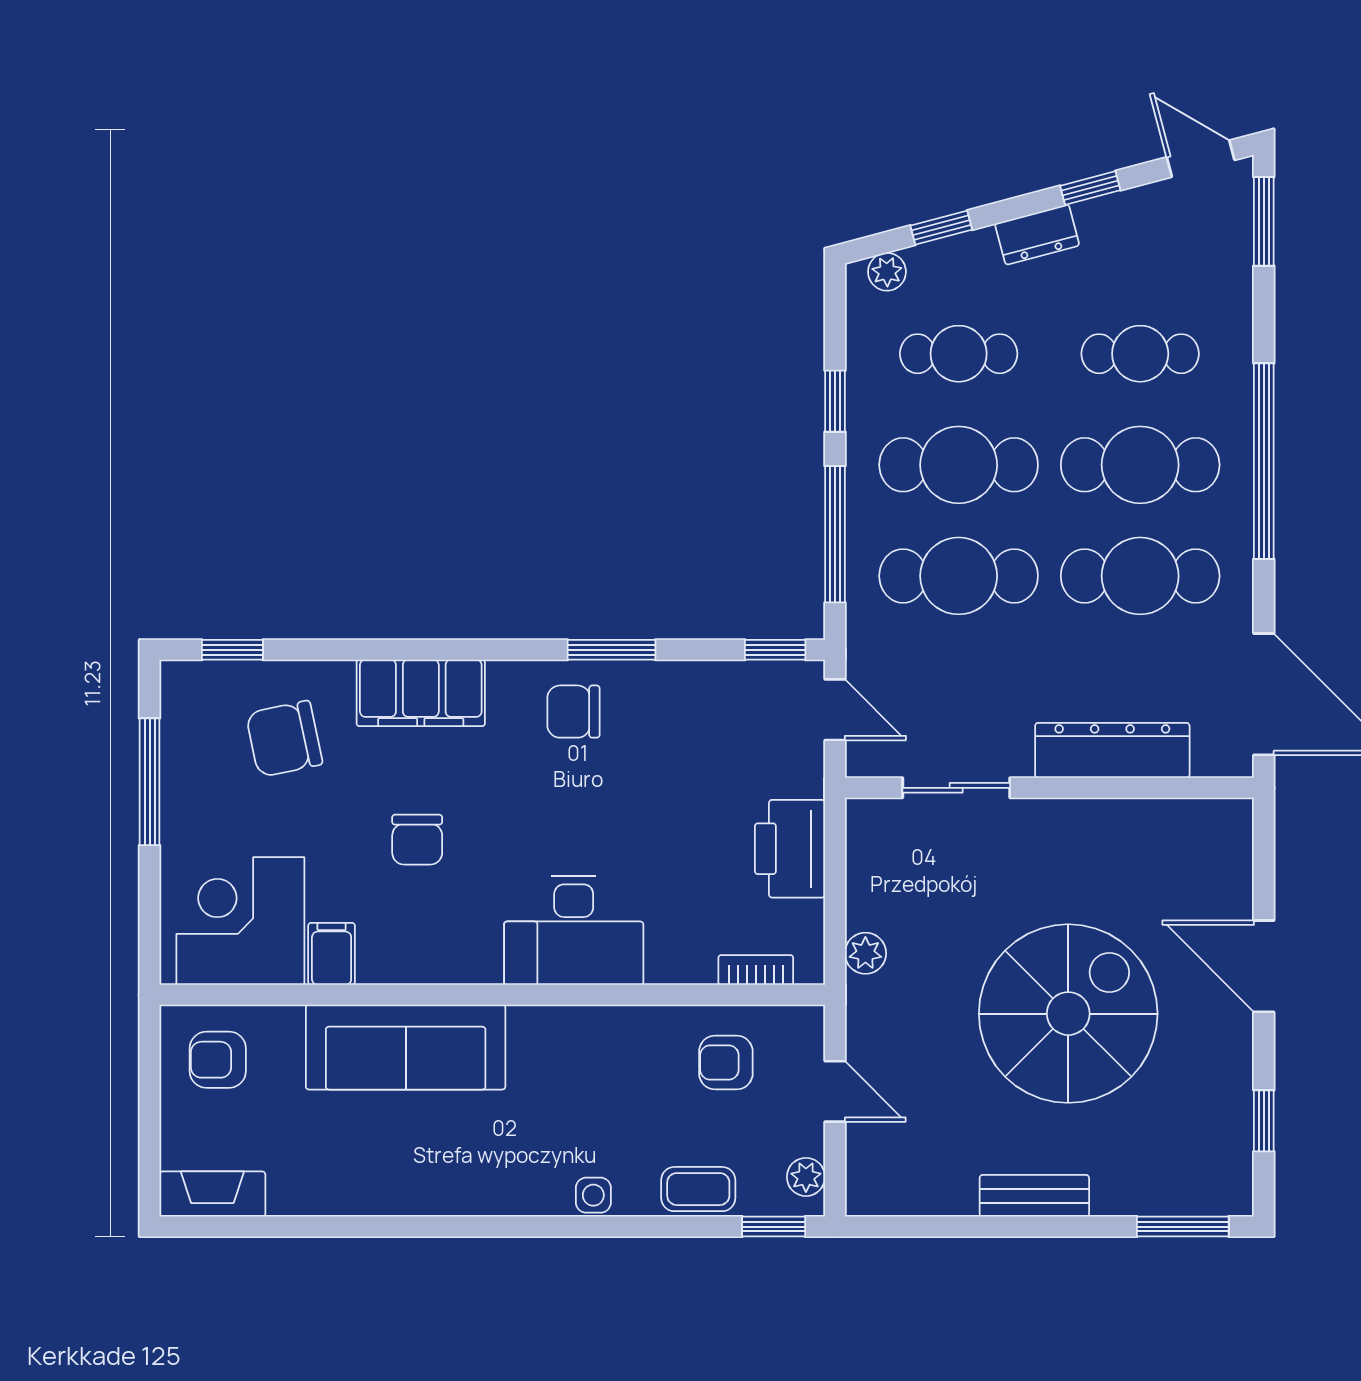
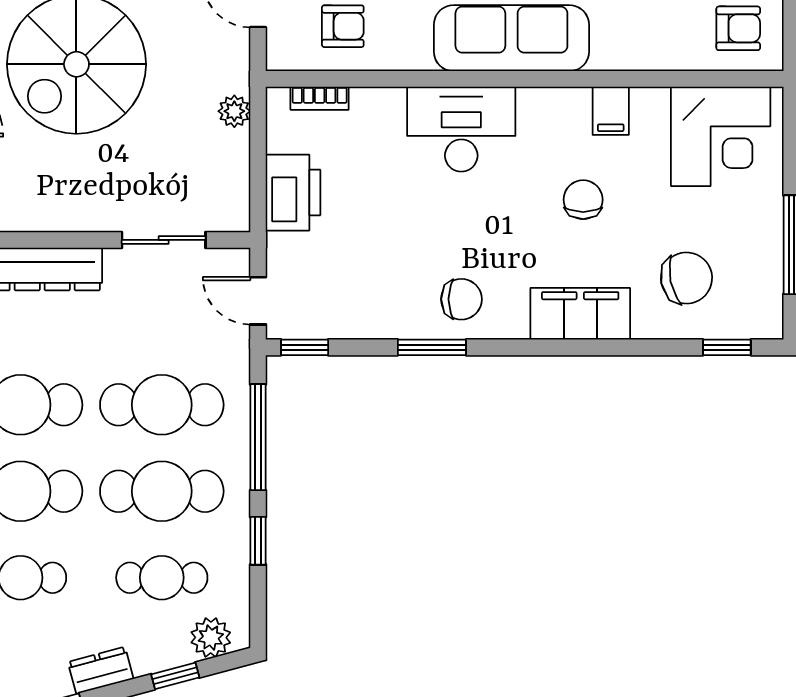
plant: (887, 272) -> (211, 637), width x1.38, depth x1.38
filing cabinet: (332, 954) -> (611, 111), moved
sofa: (406, 1047) -> (511, 38), moved

